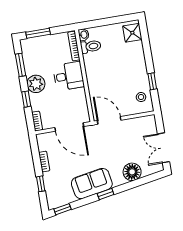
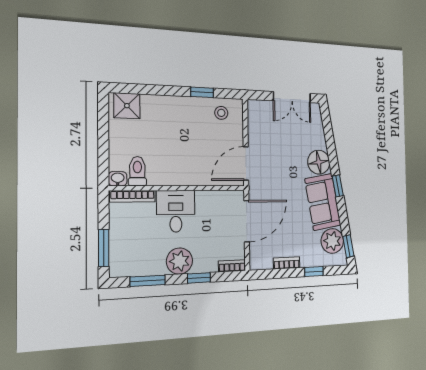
floor lamp: (132, 172) -> (319, 162), moved
plant: (65, 195) -> (332, 241), added

